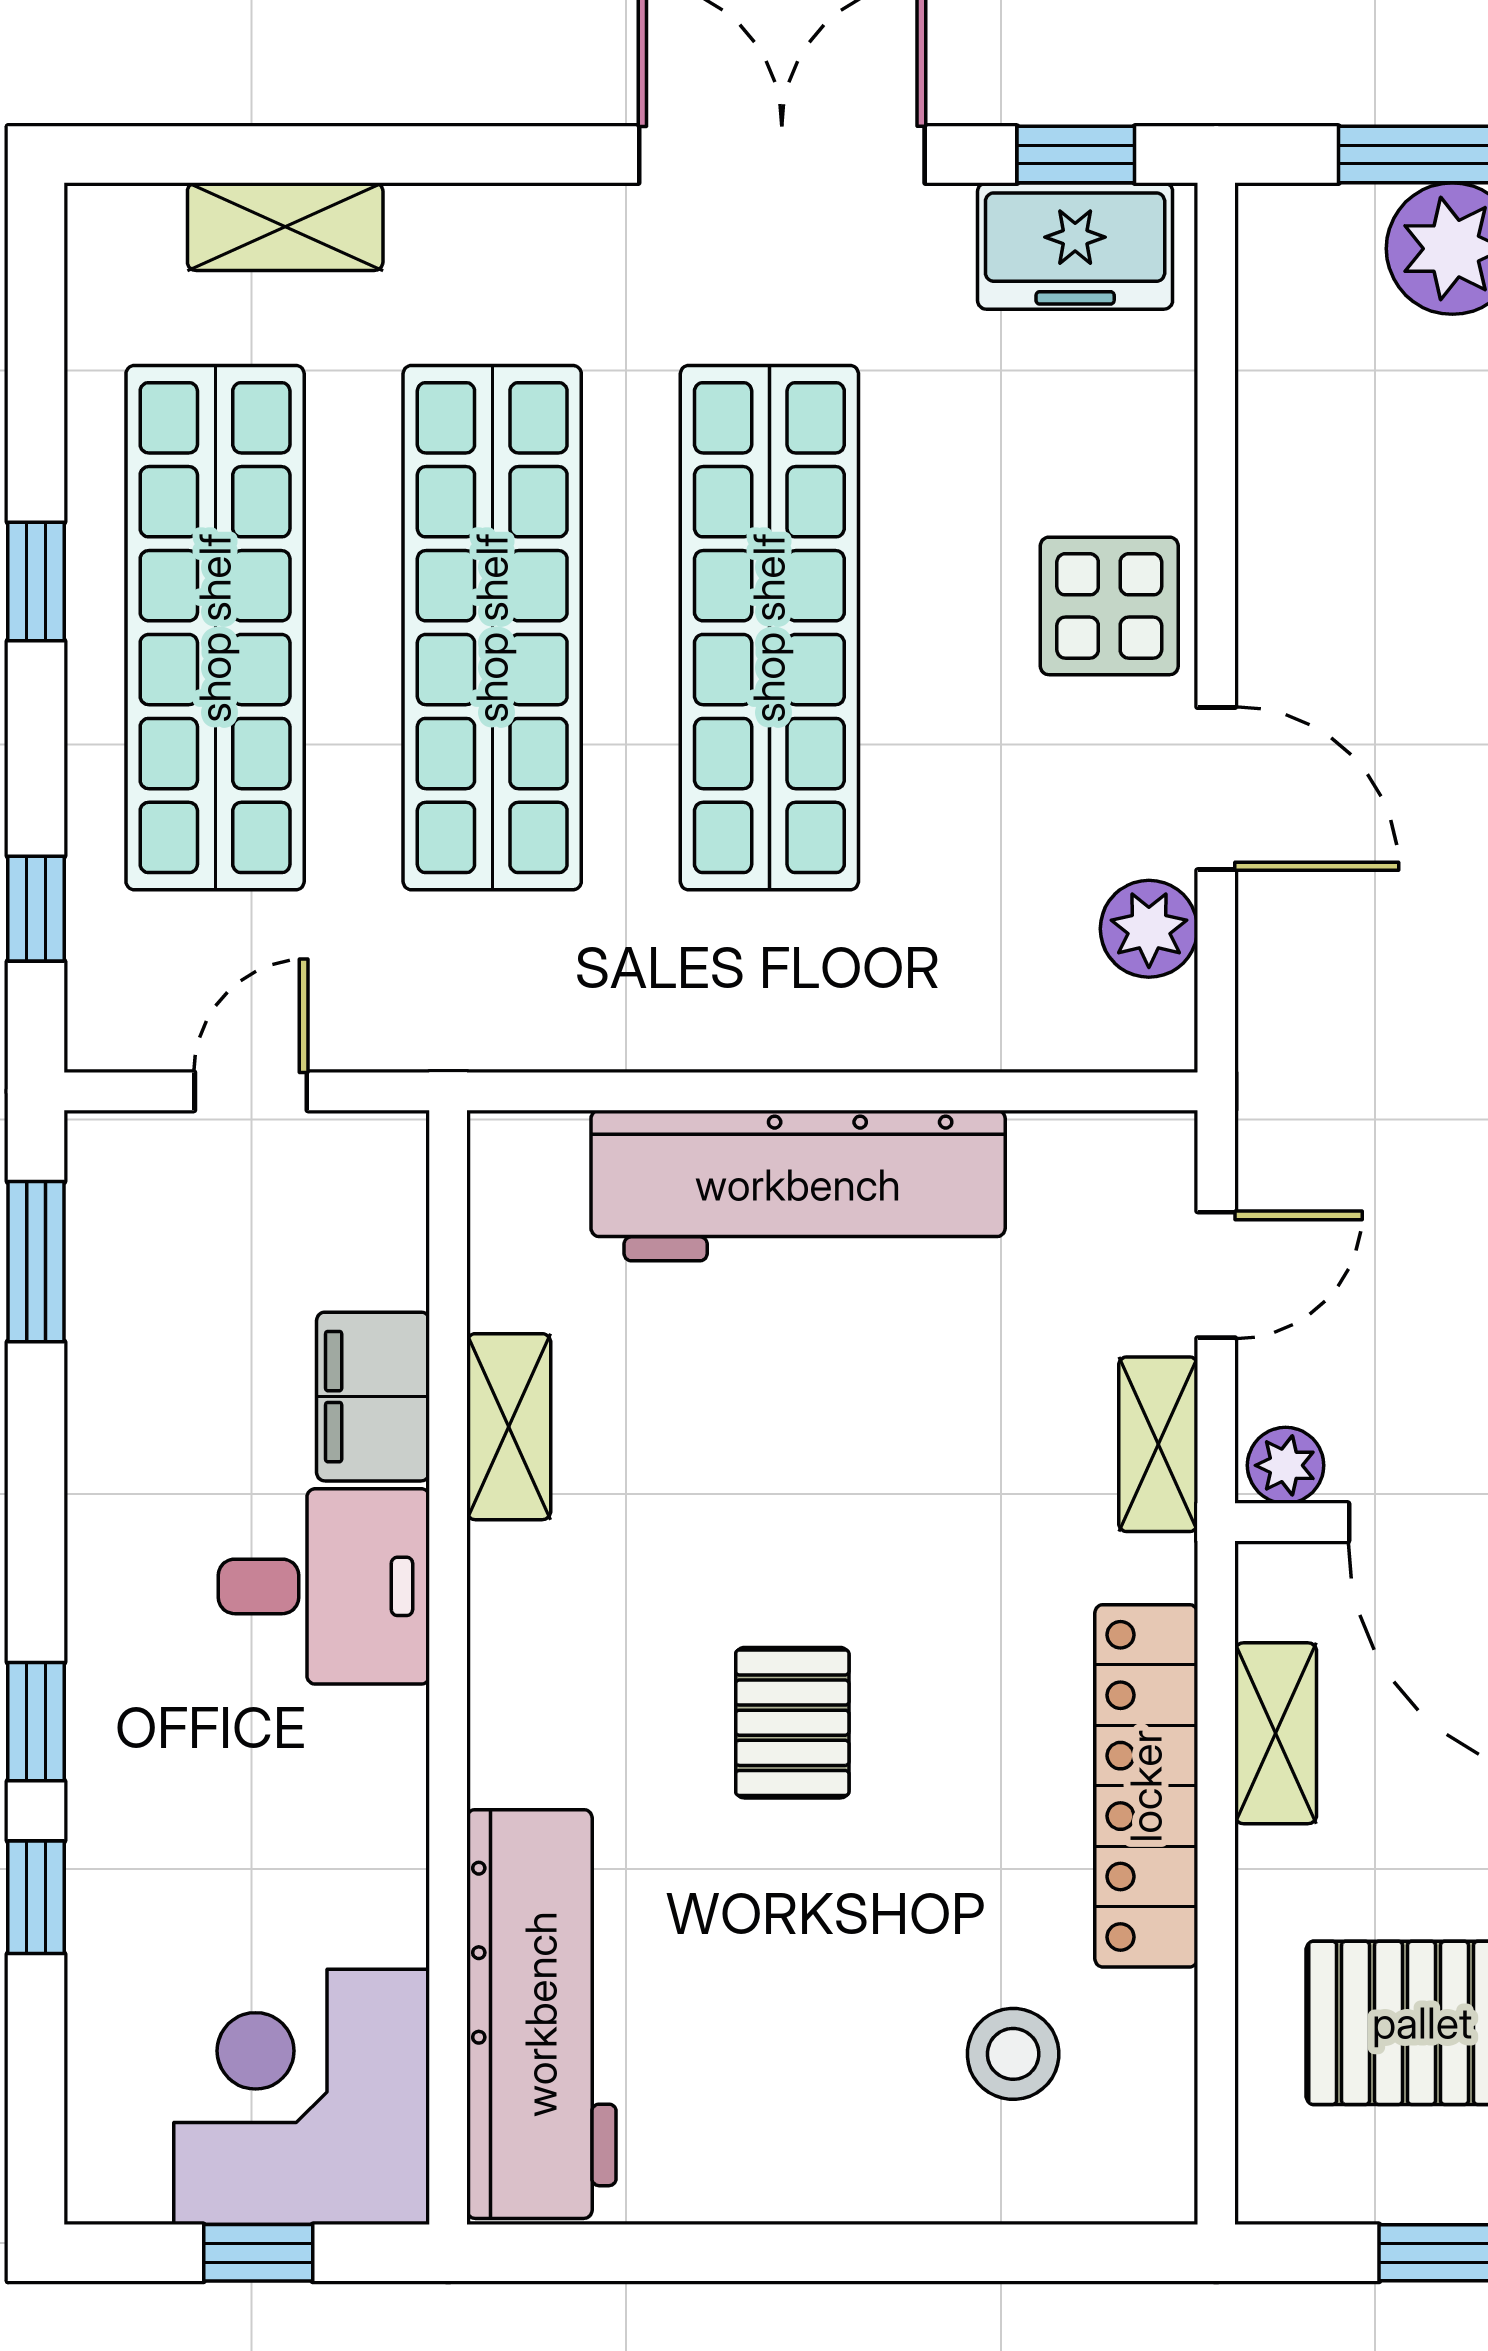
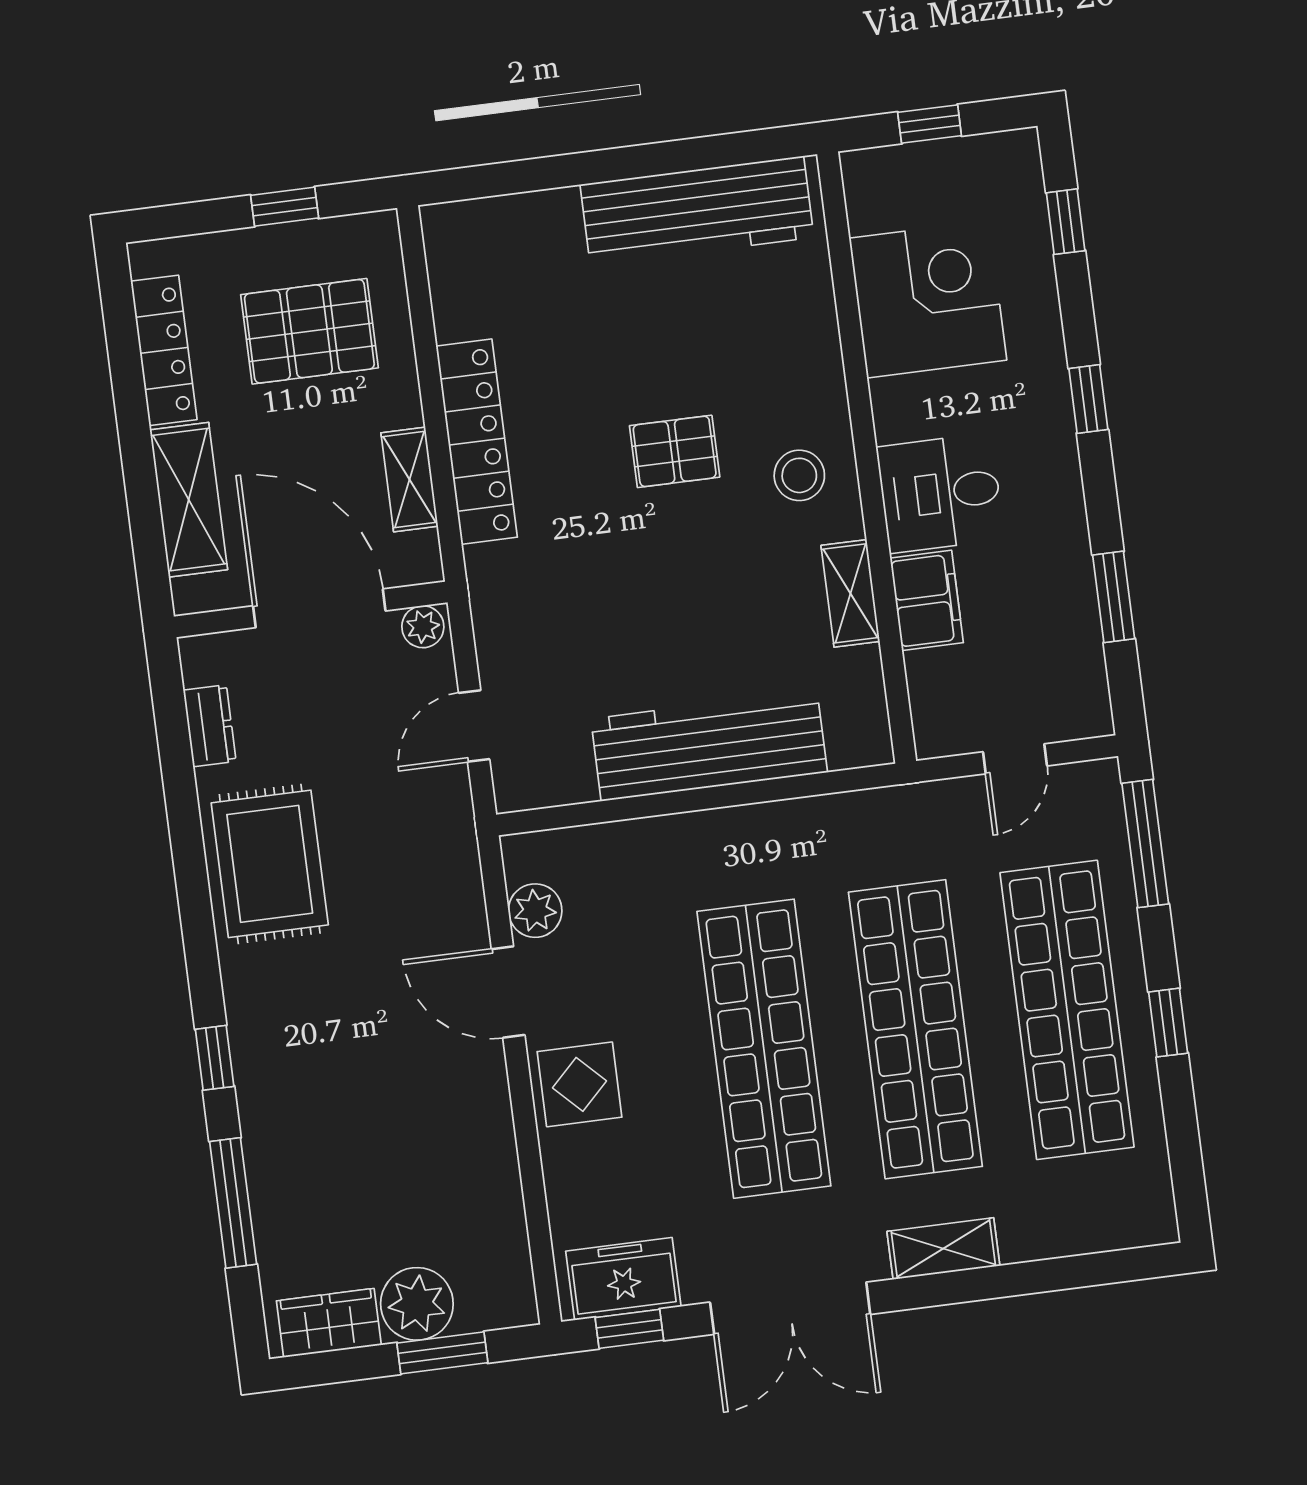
shelving: (285, 227) -> (943, 1249), moved
window: (36, 909) -> (1145, 844), width x2.17
window: (36, 1262) -> (1114, 597), moved
shelving: (1158, 1444) -> (494, 629), removed
pallet: (792, 1723) -> (675, 451), turned 90
window: (36, 1897) -> (1066, 222), moved
workbench: (541, 2014) -> (697, 211), moved, turned -90
stool: (1013, 2054) -> (799, 475), moved
corner desk: (302, 2097) -> (928, 299), moved, turned -90

